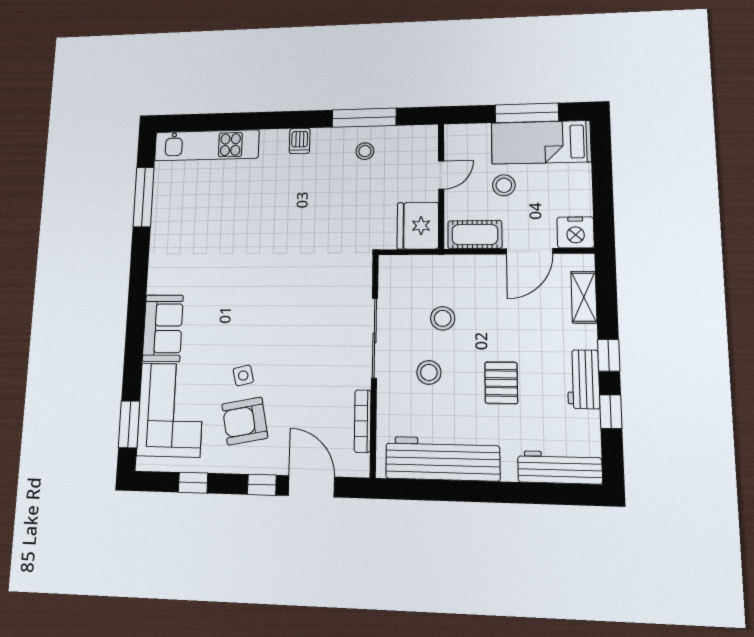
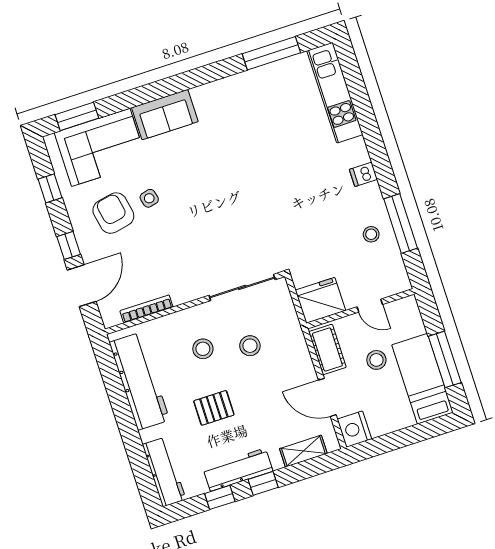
sliding door: (374, 338) -> (242, 287), moved
workbench: (583, 379) -> (238, 470), width x1.38

